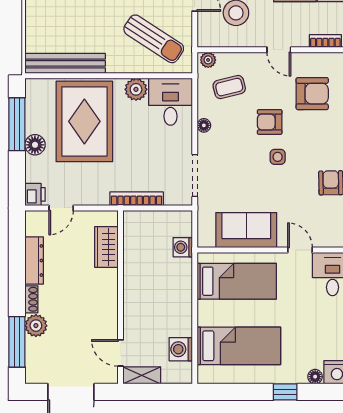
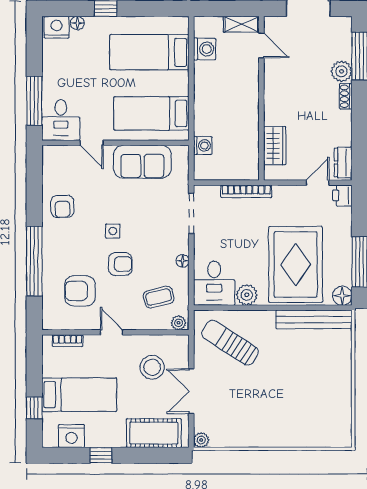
floor lamp: (35, 145) -> (342, 296), moved
dresser: (34, 260) -> (343, 162), moved, width x0.70

